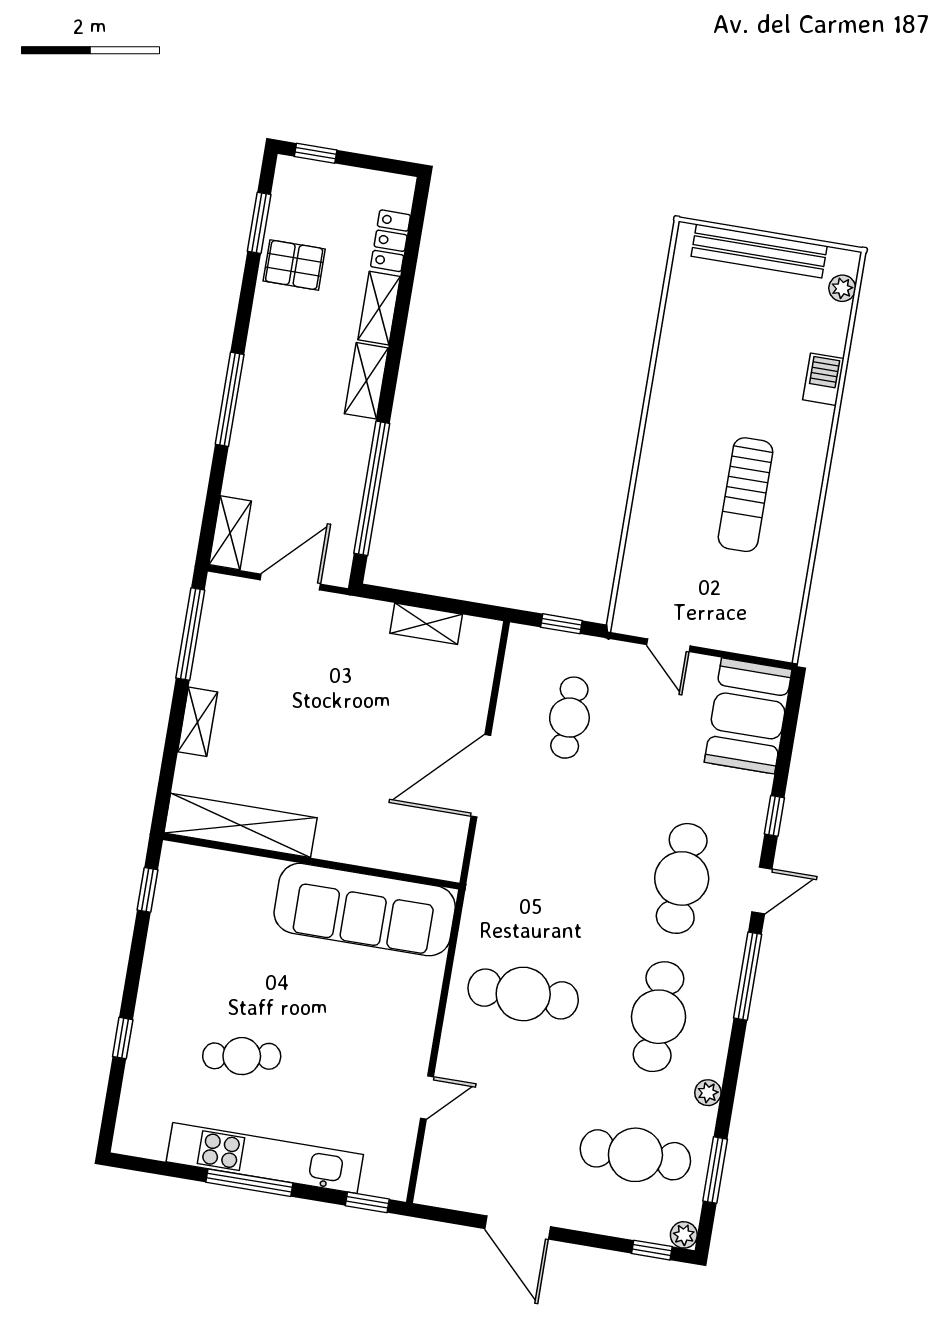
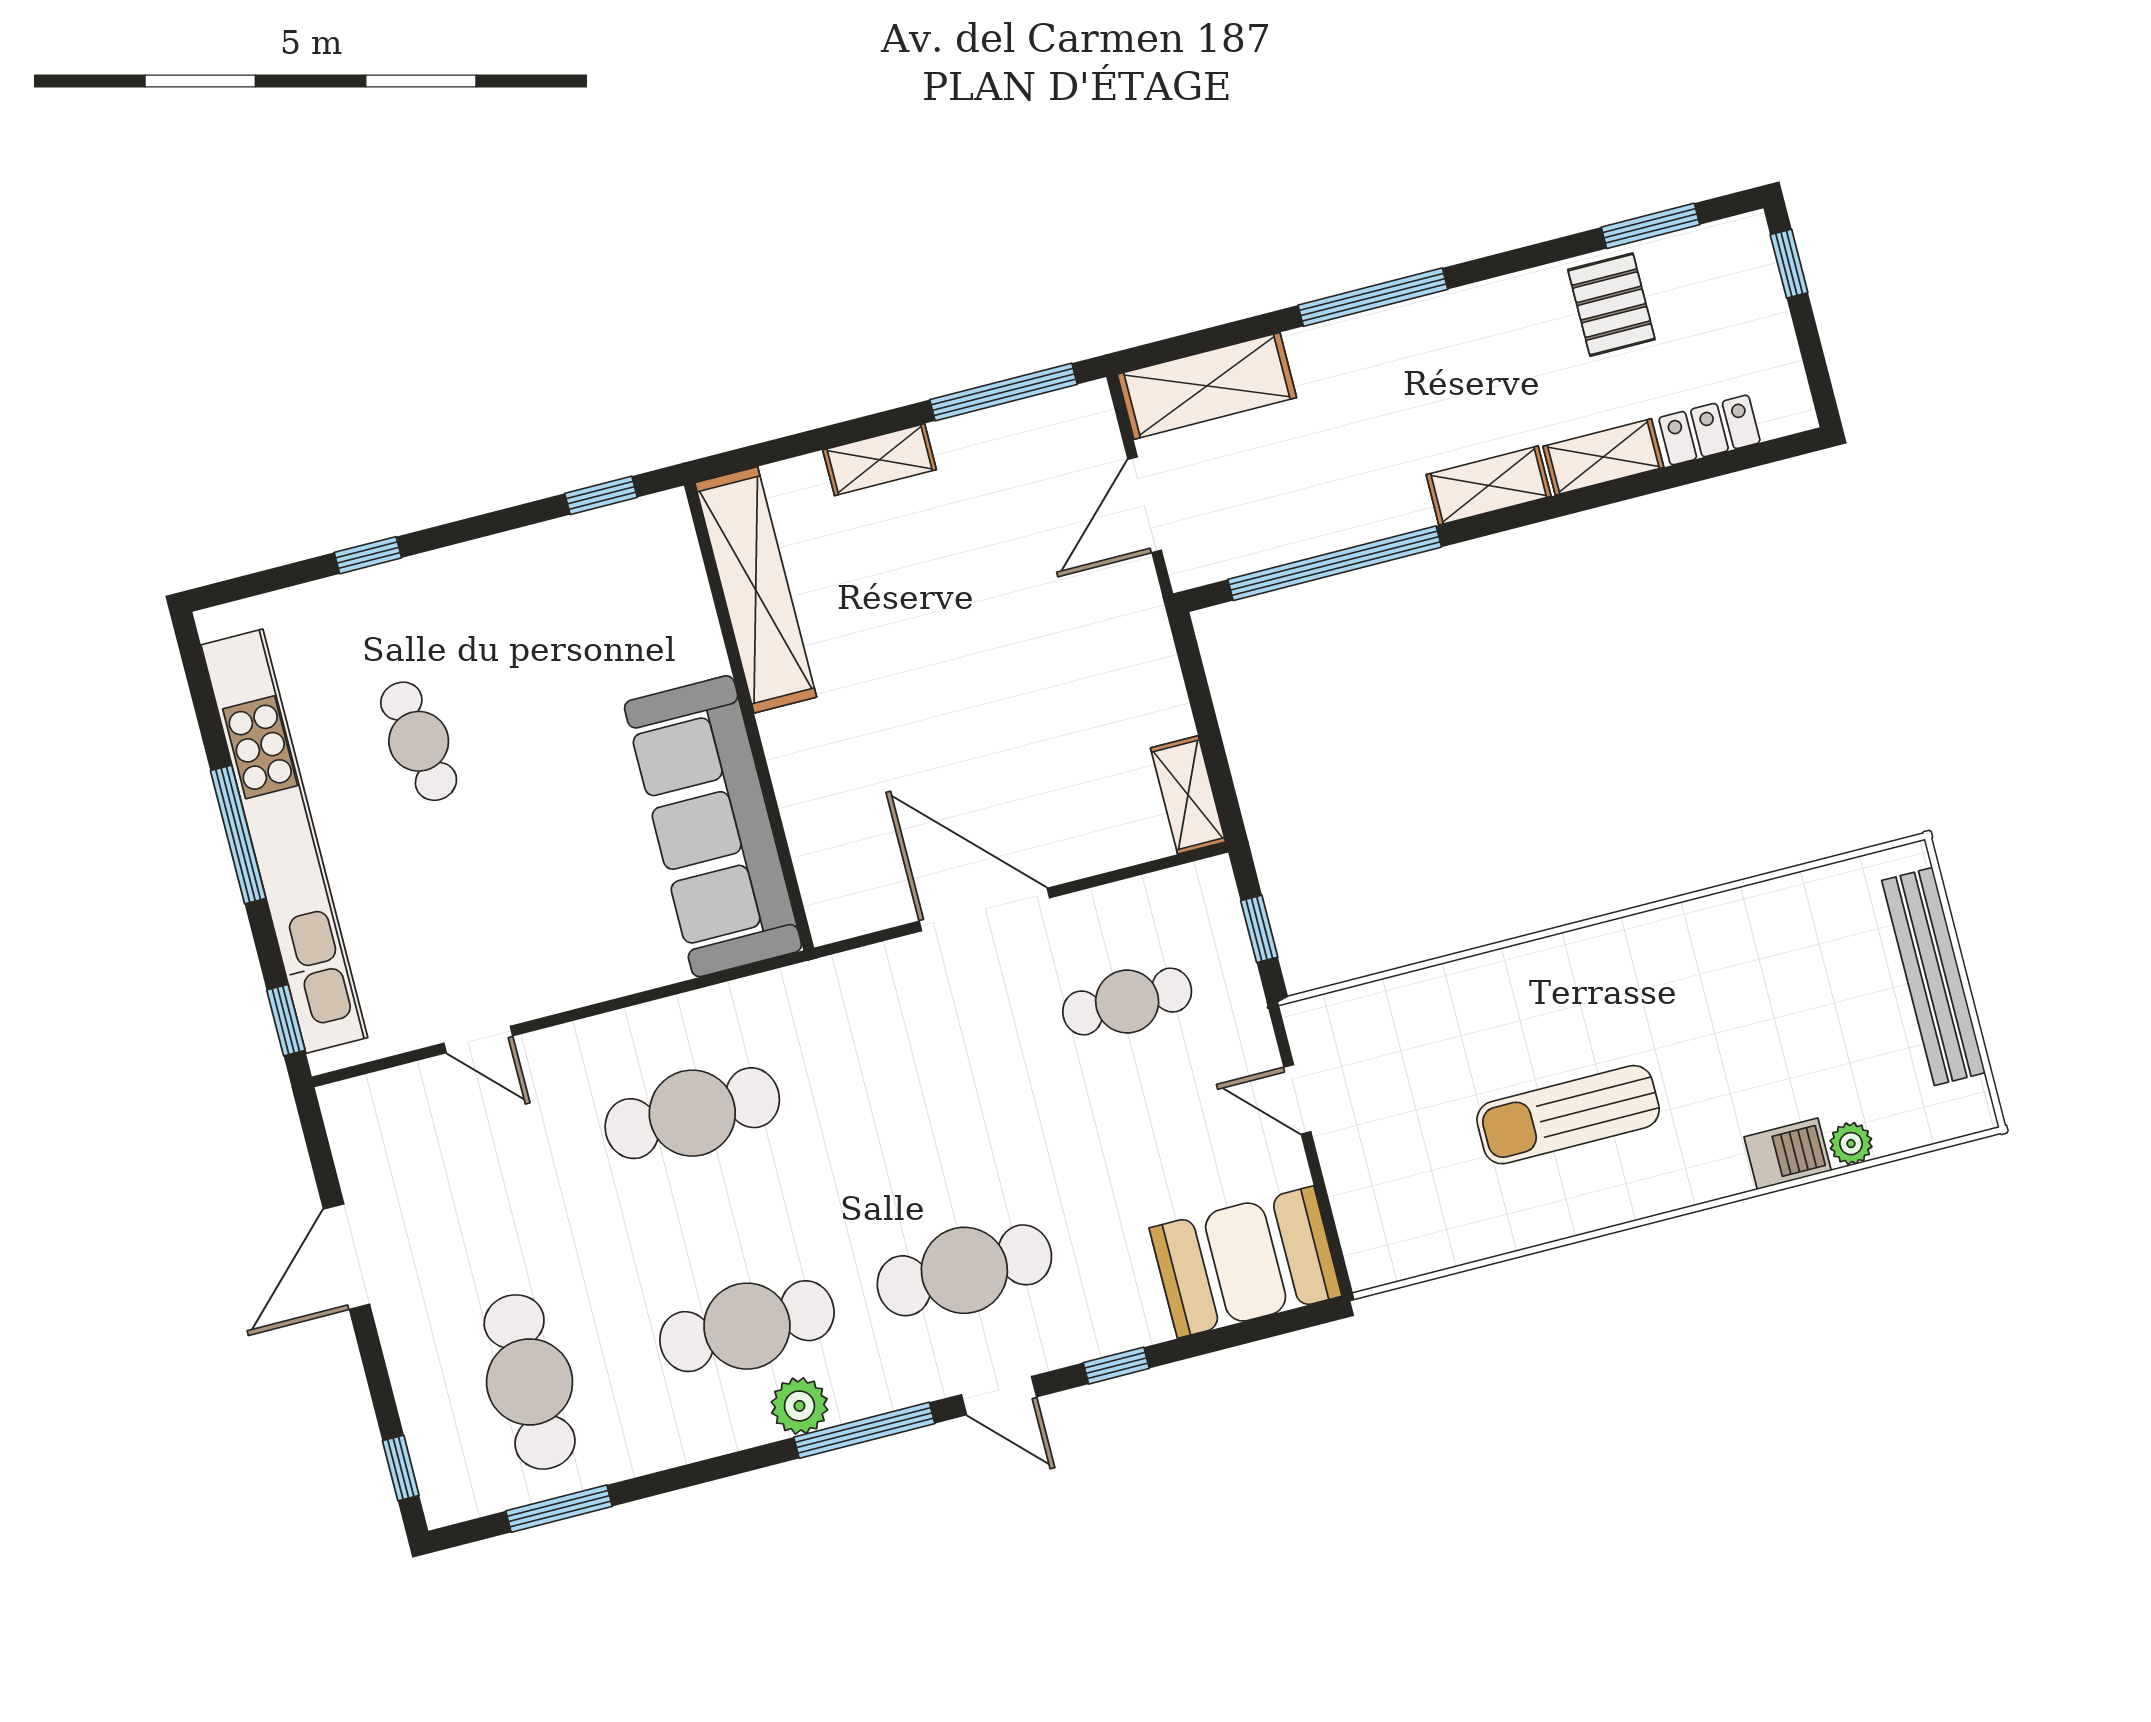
plant: (842, 288) -> (1851, 1144), moved
shelving: (230, 533) -> (1207, 386), width x1.50, depth x1.33
door: (290, 582) -> (1145, 505), swing flipped
shelving: (426, 624) -> (1188, 795), moved
door: (668, 645) -> (1297, 1099), hinge flipped
cafe table: (523, 994) -> (692, 1113), turned 90
plant: (708, 1093) -> (799, 1406), moved, width x1.38, depth x1.38
kitchen unit: (265, 1158) -> (284, 841), width x1.36
plant: (684, 1235) -> (444, 1505), removed

